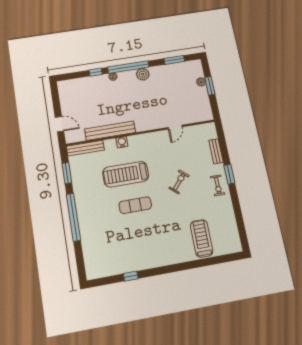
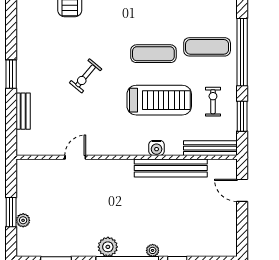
exercise bike: (218, 185) -> (213, 102), moved
exercise mat: (99, 217) -> (207, 47), added

